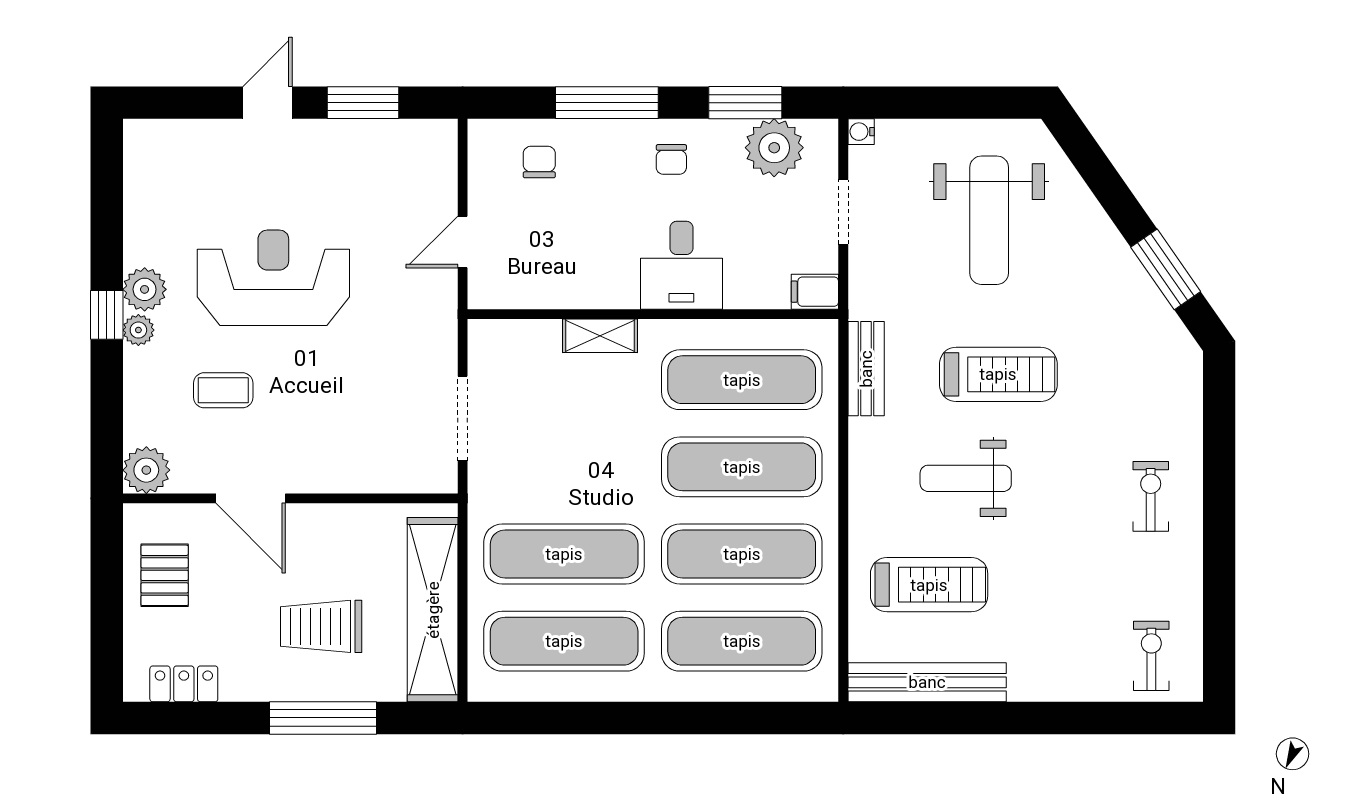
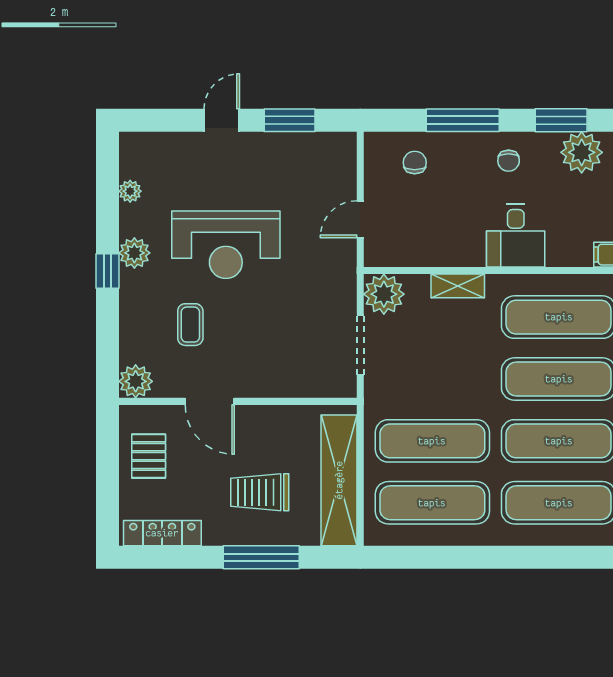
reception desk: (273, 278) -> (226, 245), turned 180
plant: (138, 330) -> (130, 191), moved
plant: (496, 347) -> (384, 294), added
coffee table: (223, 390) -> (190, 325), turned 90
locker: (184, 684) -> (162, 533), width x1.53

